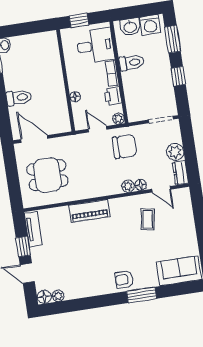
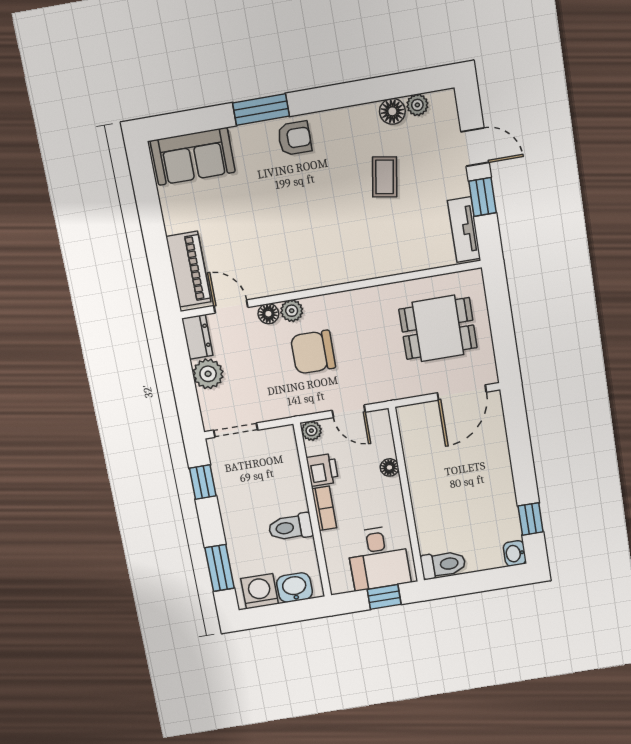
desk: (95, 46) -> (378, 558), moved, turned -90
window: (178, 76) -> (203, 482), moved
toilet: (19, 98) -> (443, 565), moved, turned 180
door: (34, 139) -> (462, 392), hinge flipped
chair: (124, 146) -> (313, 352), moved
piano: (89, 211) -> (188, 269), moved, turned 90
coffee table: (148, 219) -> (385, 177), moved
floor lamp: (44, 297) -> (392, 111), moved

